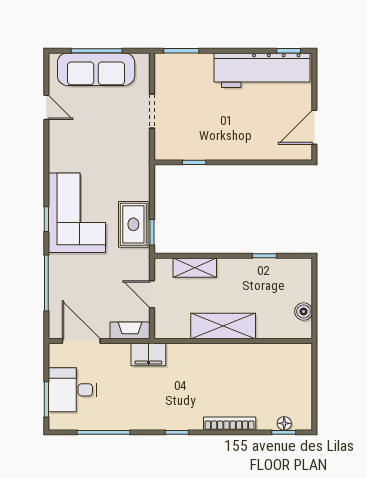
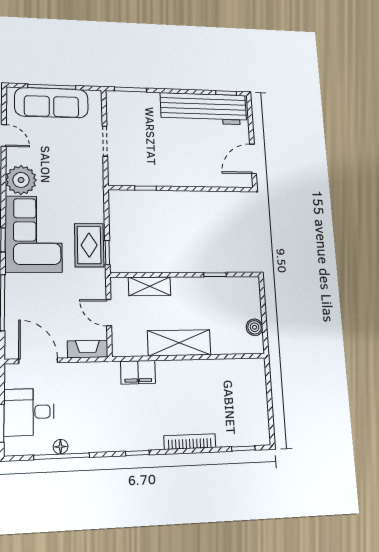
plant: (64, 156) -> (21, 180), added
filing cabinet: (148, 354) -> (138, 372), moved
floor lamp: (284, 423) -> (61, 447), moved

